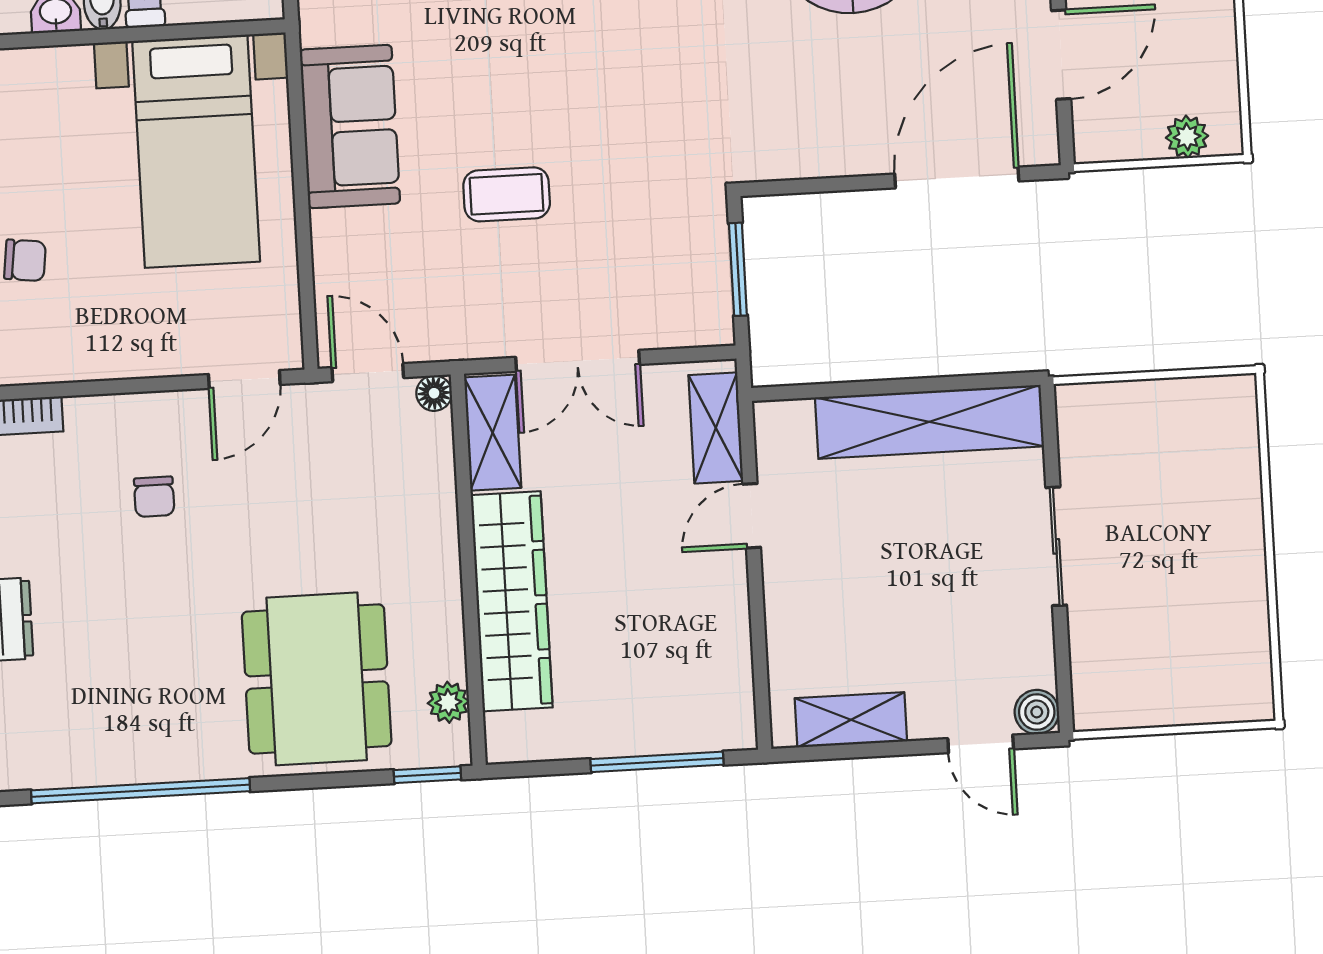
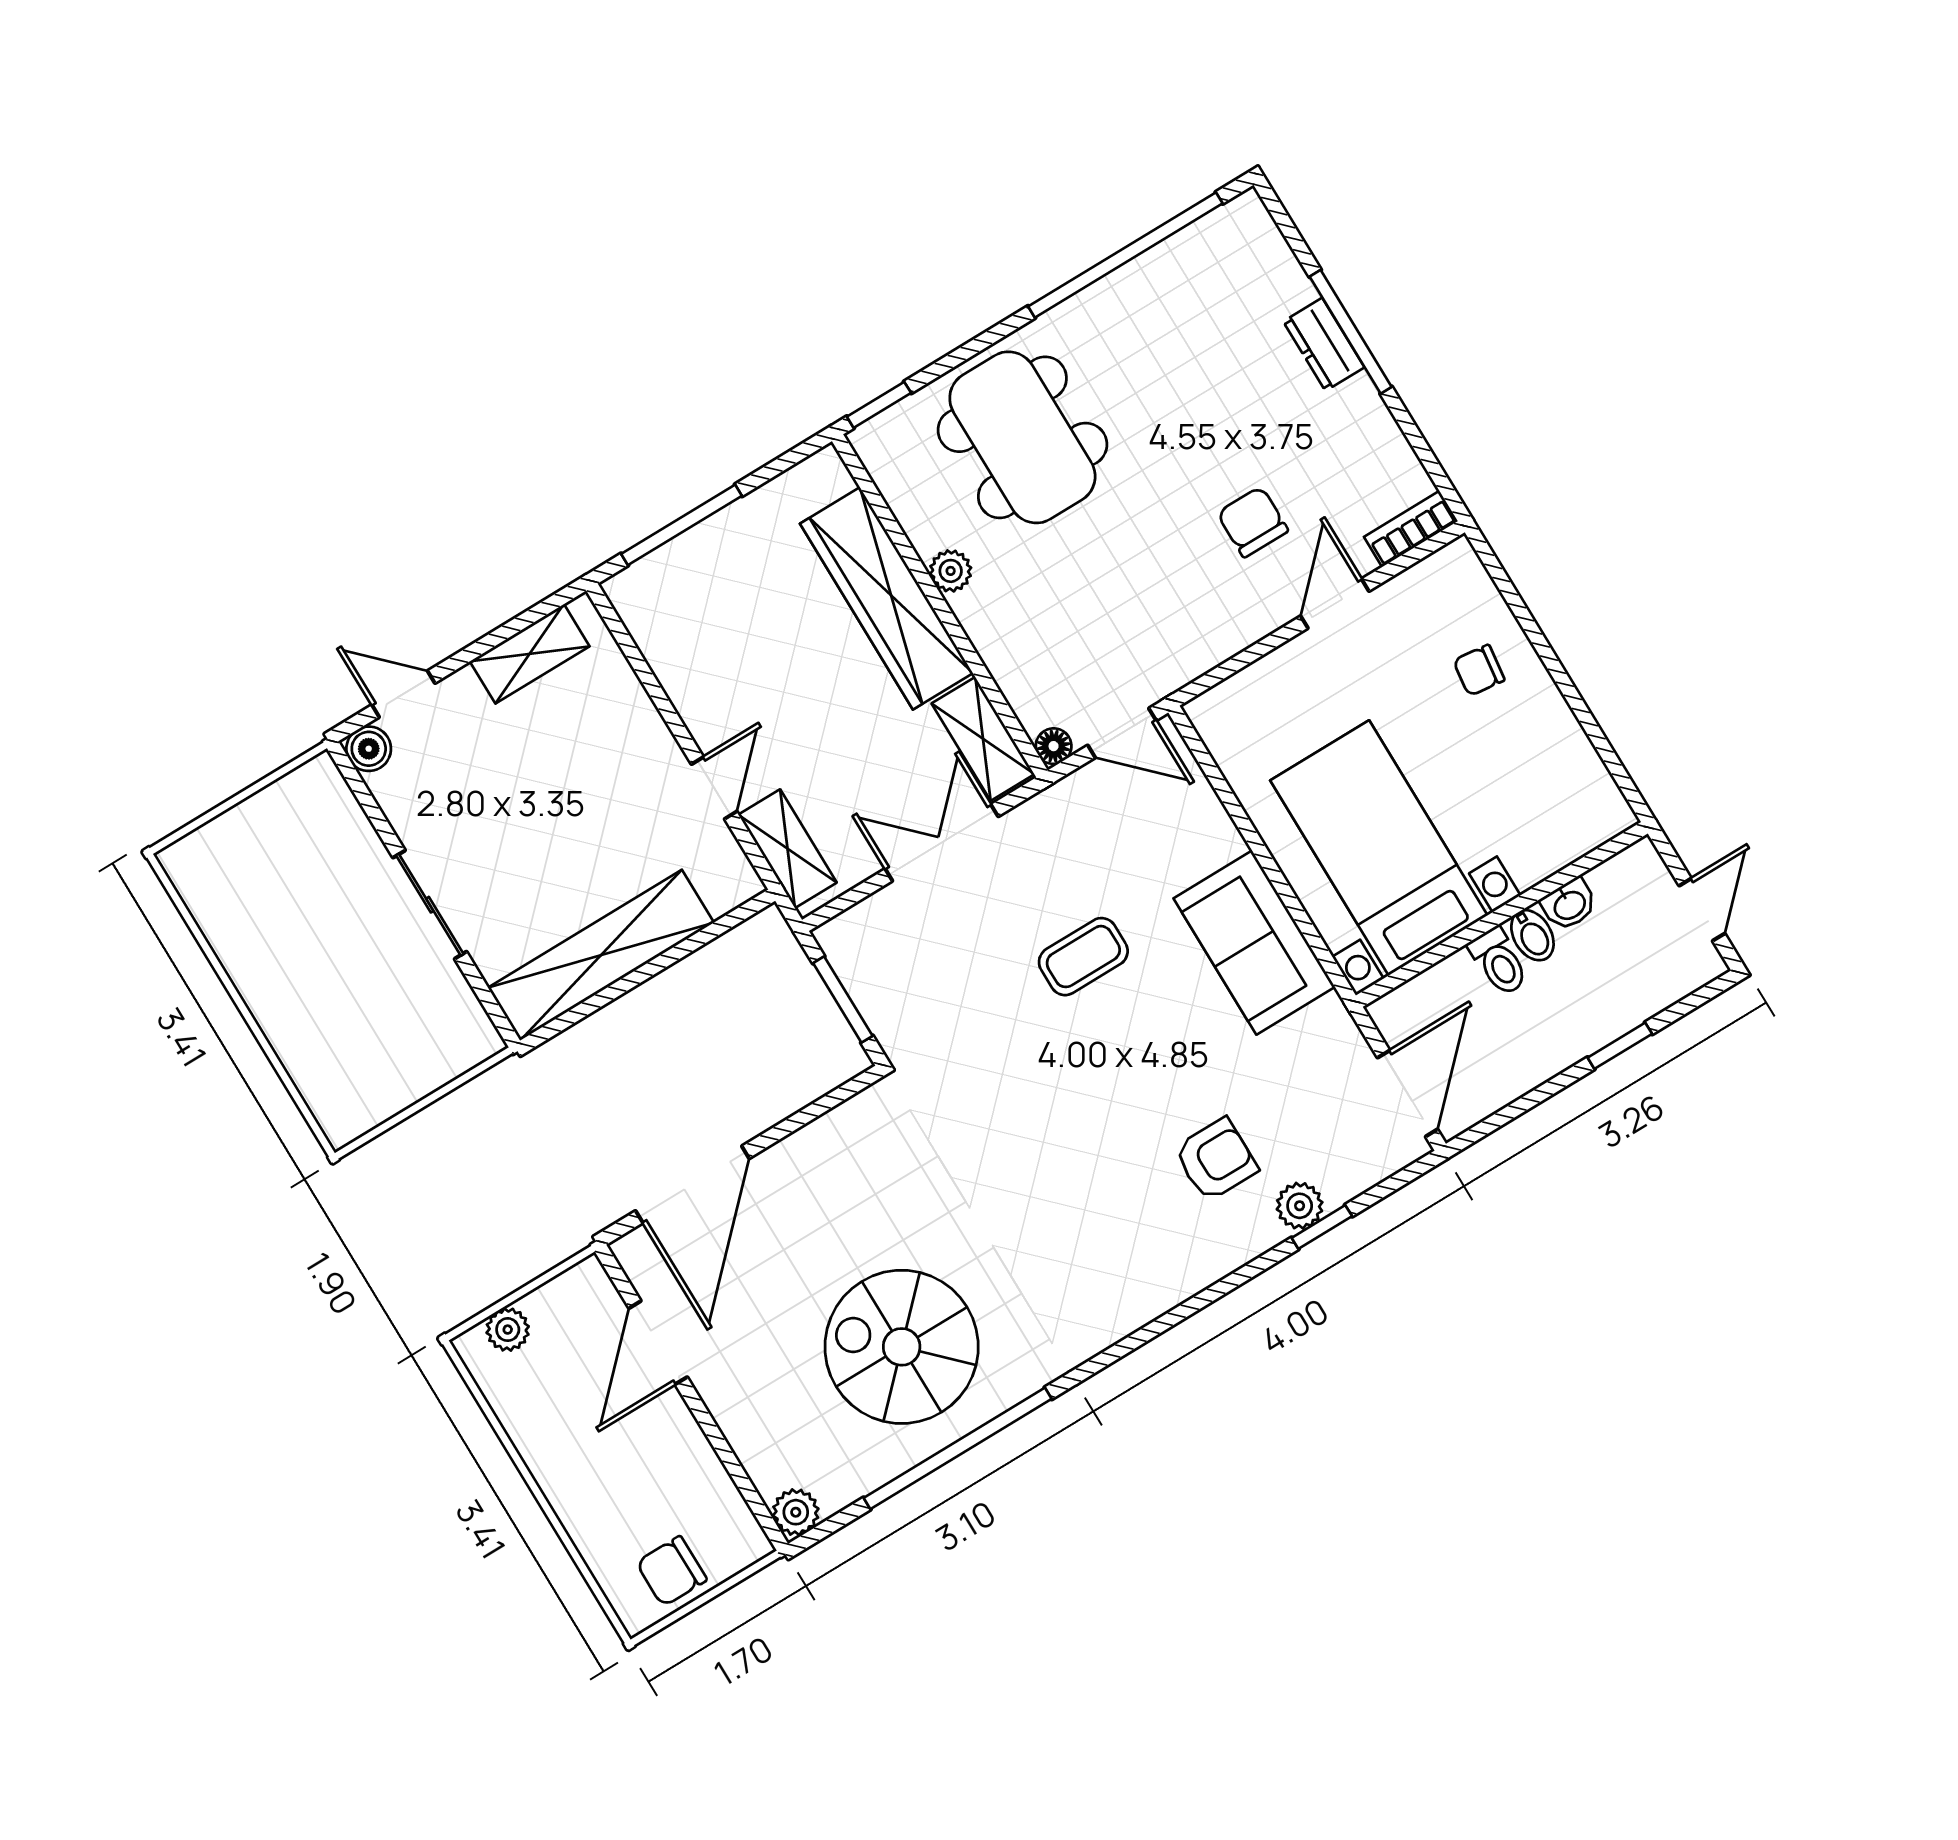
door: (244, 380) -> (1335, 604), moved
chair: (154, 497) -> (1253, 522), width x1.37, depth x1.37
plant: (448, 702) -> (951, 571), moved

